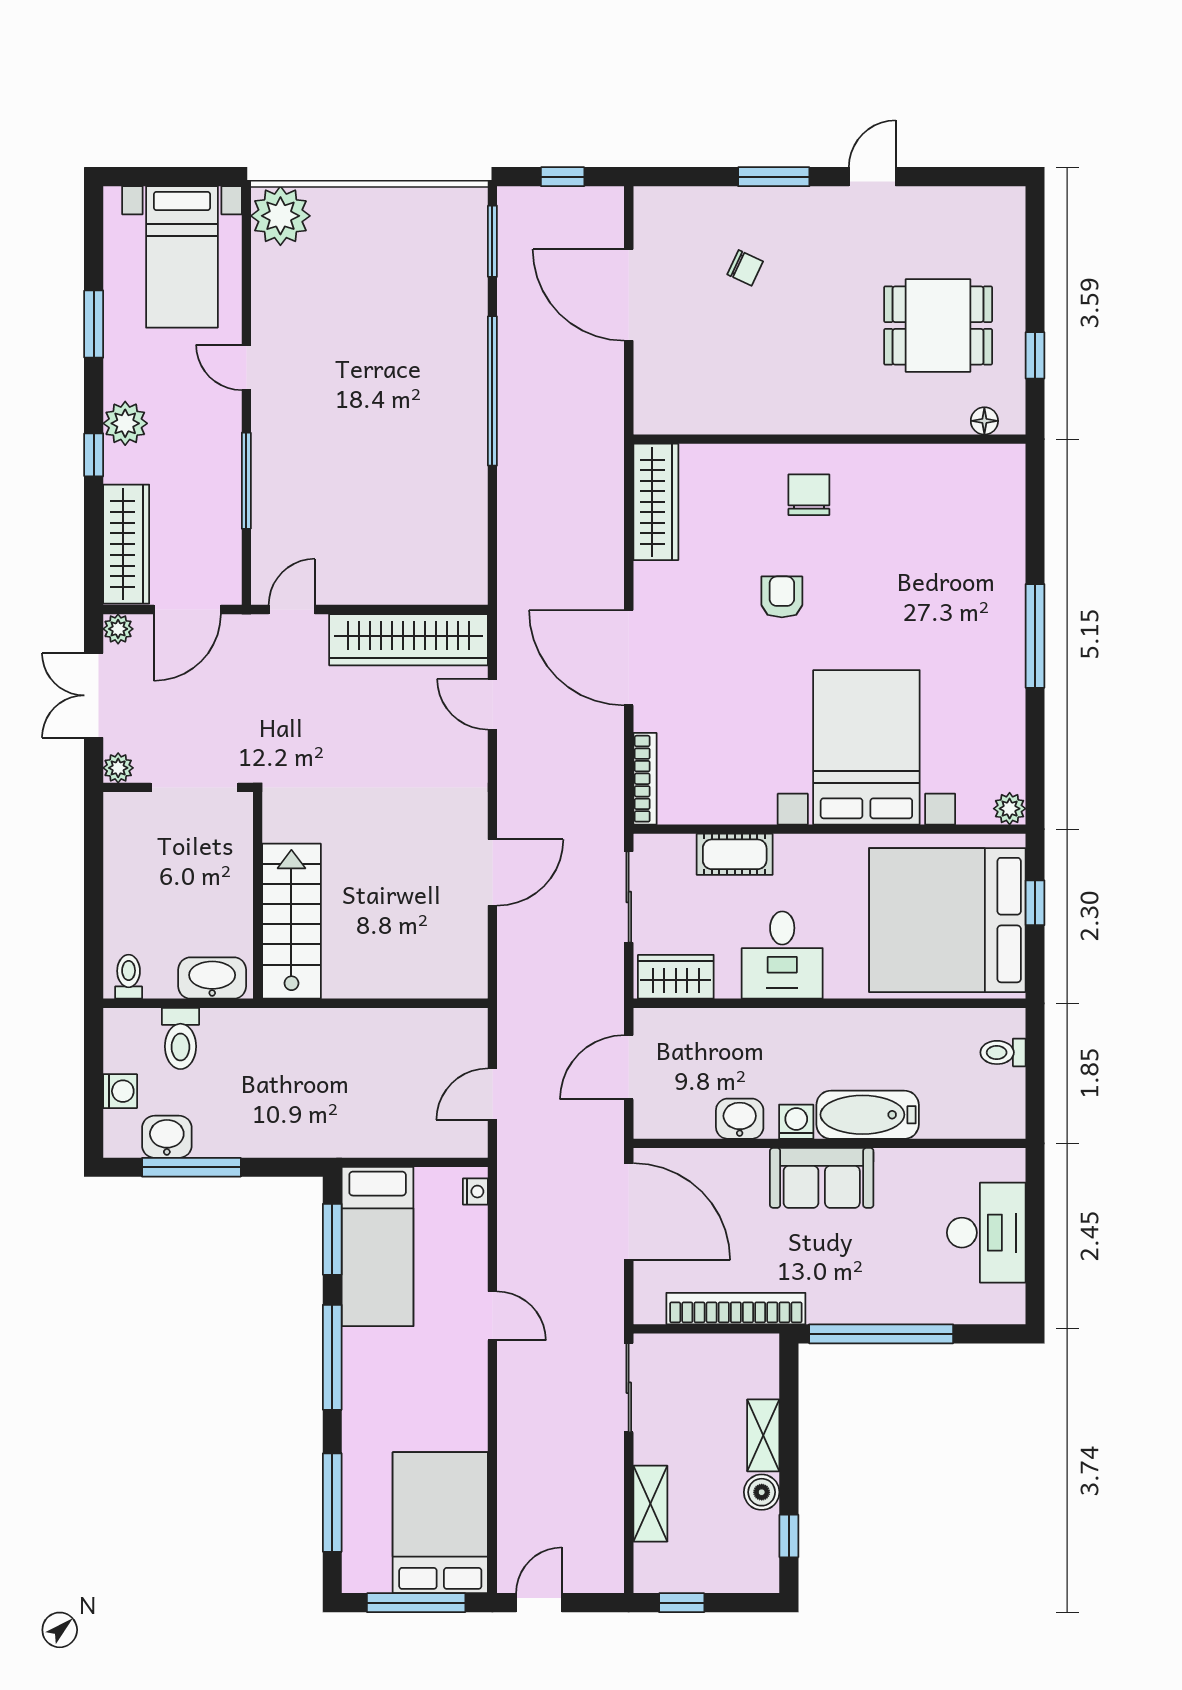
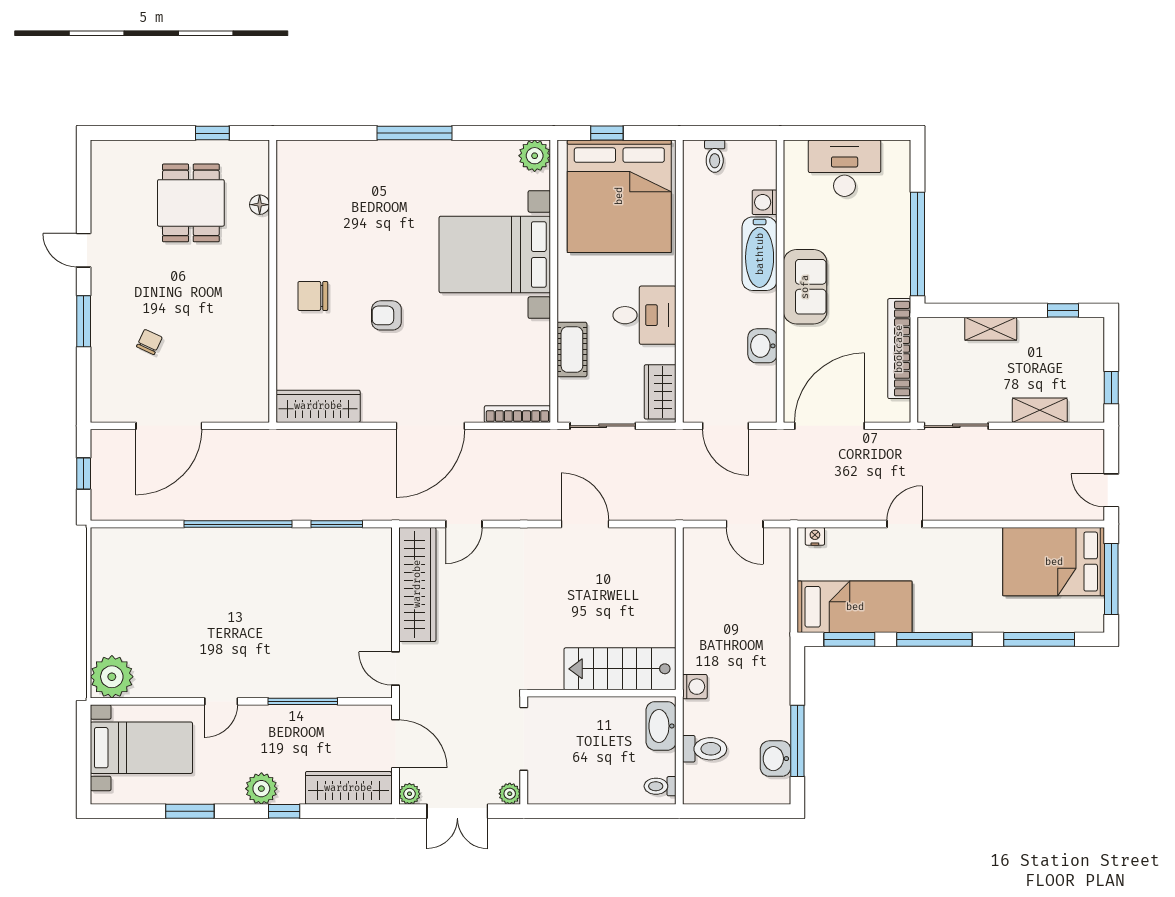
window: (492, 241) -> (337, 524), moved
floor lamp: (984, 421) -> (260, 205), moved
plant: (1010, 809) -> (535, 156), width x1.38, depth x1.38
washing machine: (120, 1091) -> (695, 687), moved, turned 90
washing machine: (796, 1122) -> (765, 202), moved
boiler: (762, 1492) -> (1032, 330), removed

